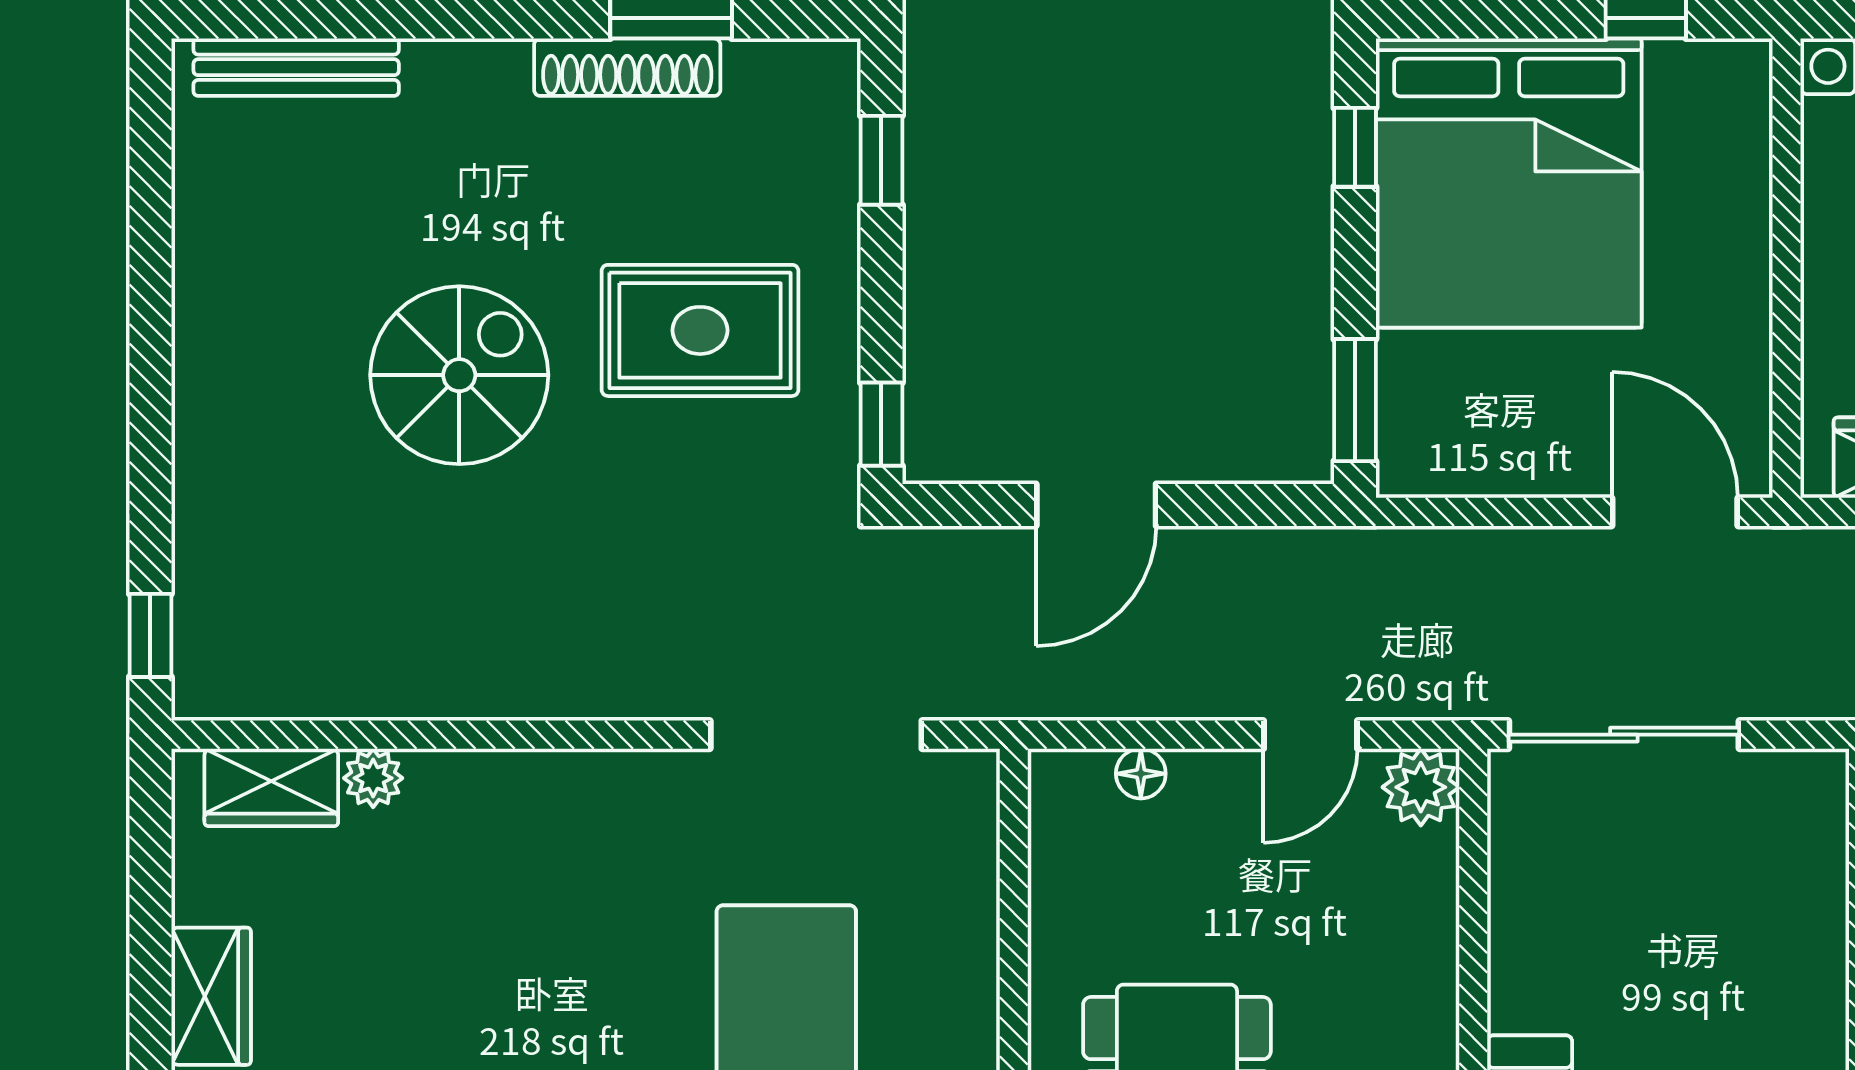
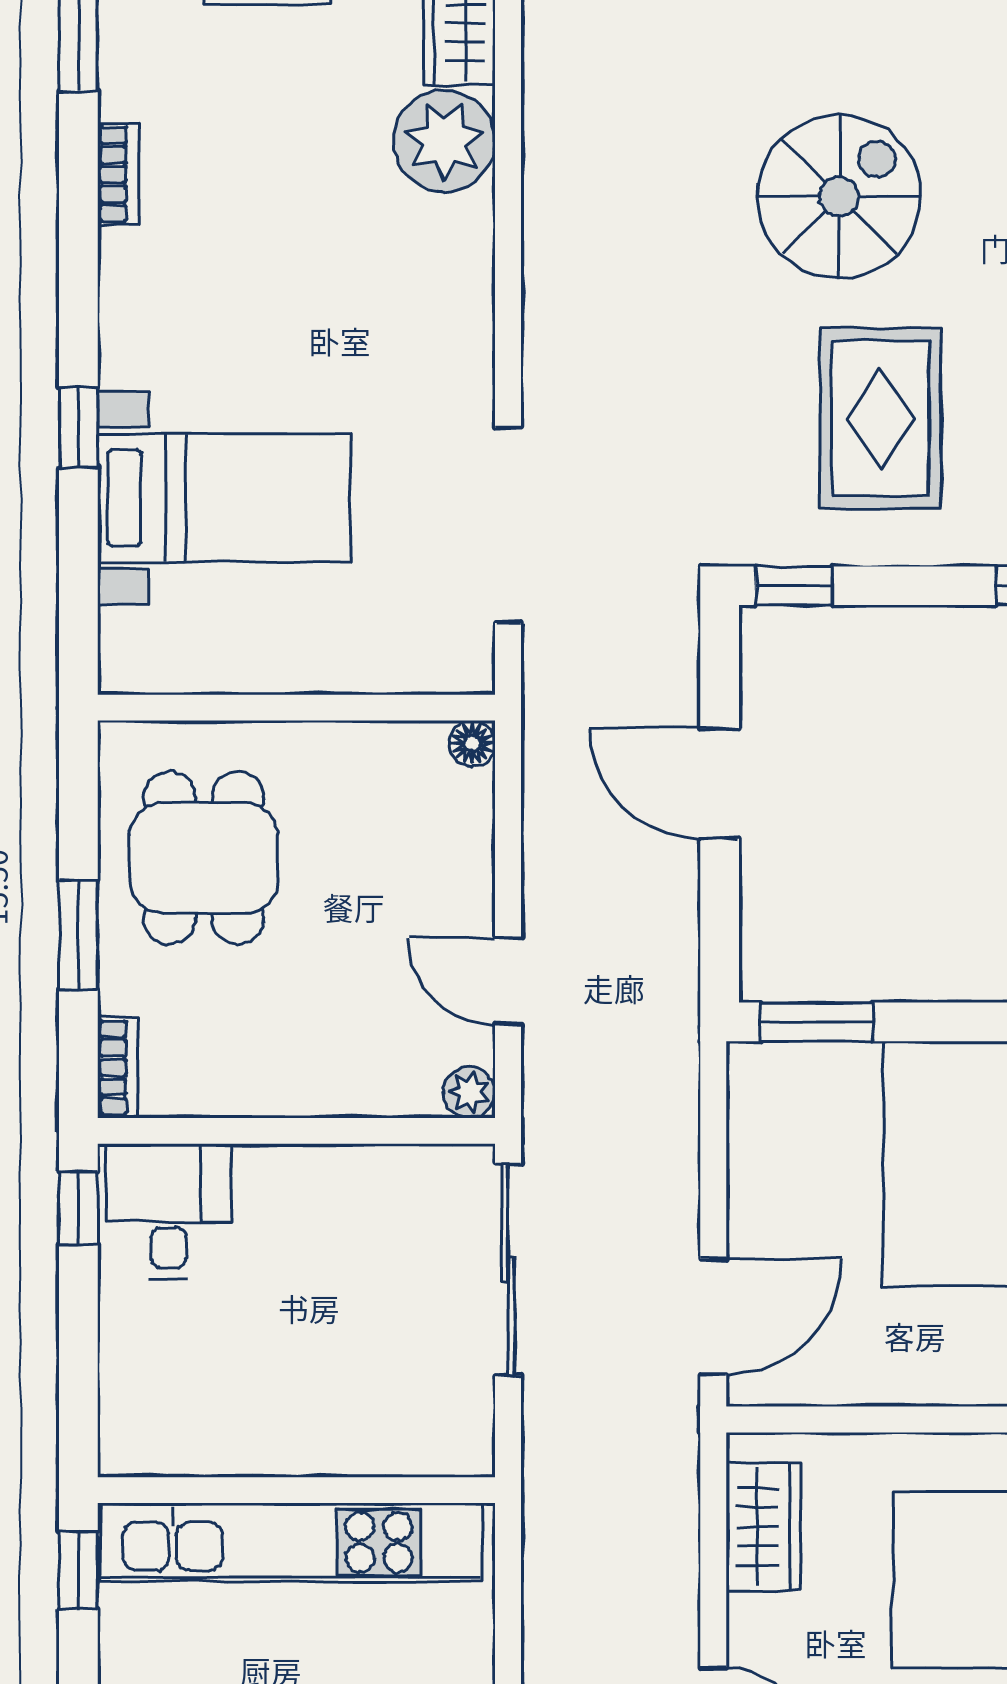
spiral stairs: (459, 375) -> (839, 197), turned -90
floor lamp: (1141, 774) -> (472, 743), moved
plant: (373, 778) -> (444, 141), width x1.88, depth x1.88
plant: (1421, 787) -> (469, 1092), width x0.73, depth x0.73

